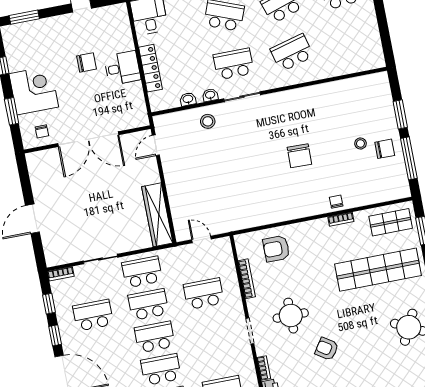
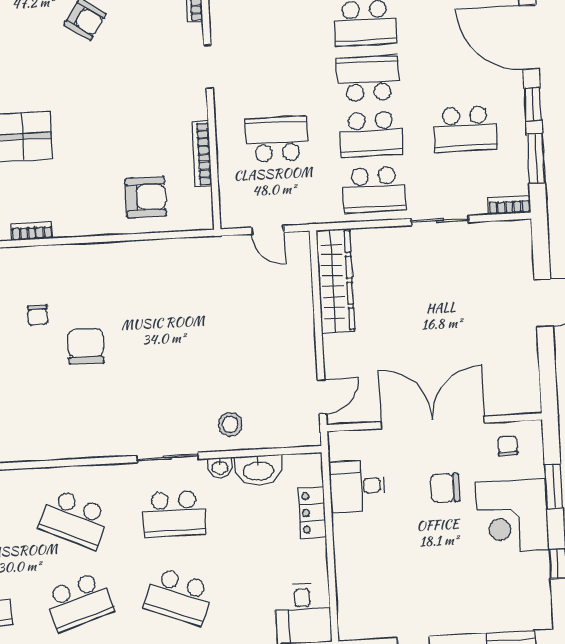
school desk: (292, 53) -> (75, 519), turned 39
chair: (86, 62) -> (445, 488), moved
desk: (122, 68) -> (357, 486), moved
locker: (150, 68) -> (312, 513), width x0.66
washbasin: (188, 99) -> (258, 470), width x1.91, depth x1.45
chair: (336, 202) -> (38, 315), moved
school desk: (204, 294) -> (277, 139), turned 180
window: (49, 304) -> (536, 158), width x1.50
round table: (291, 316) -> (137, 83), removed
school desk: (155, 337) -> (368, 79), turned 180

